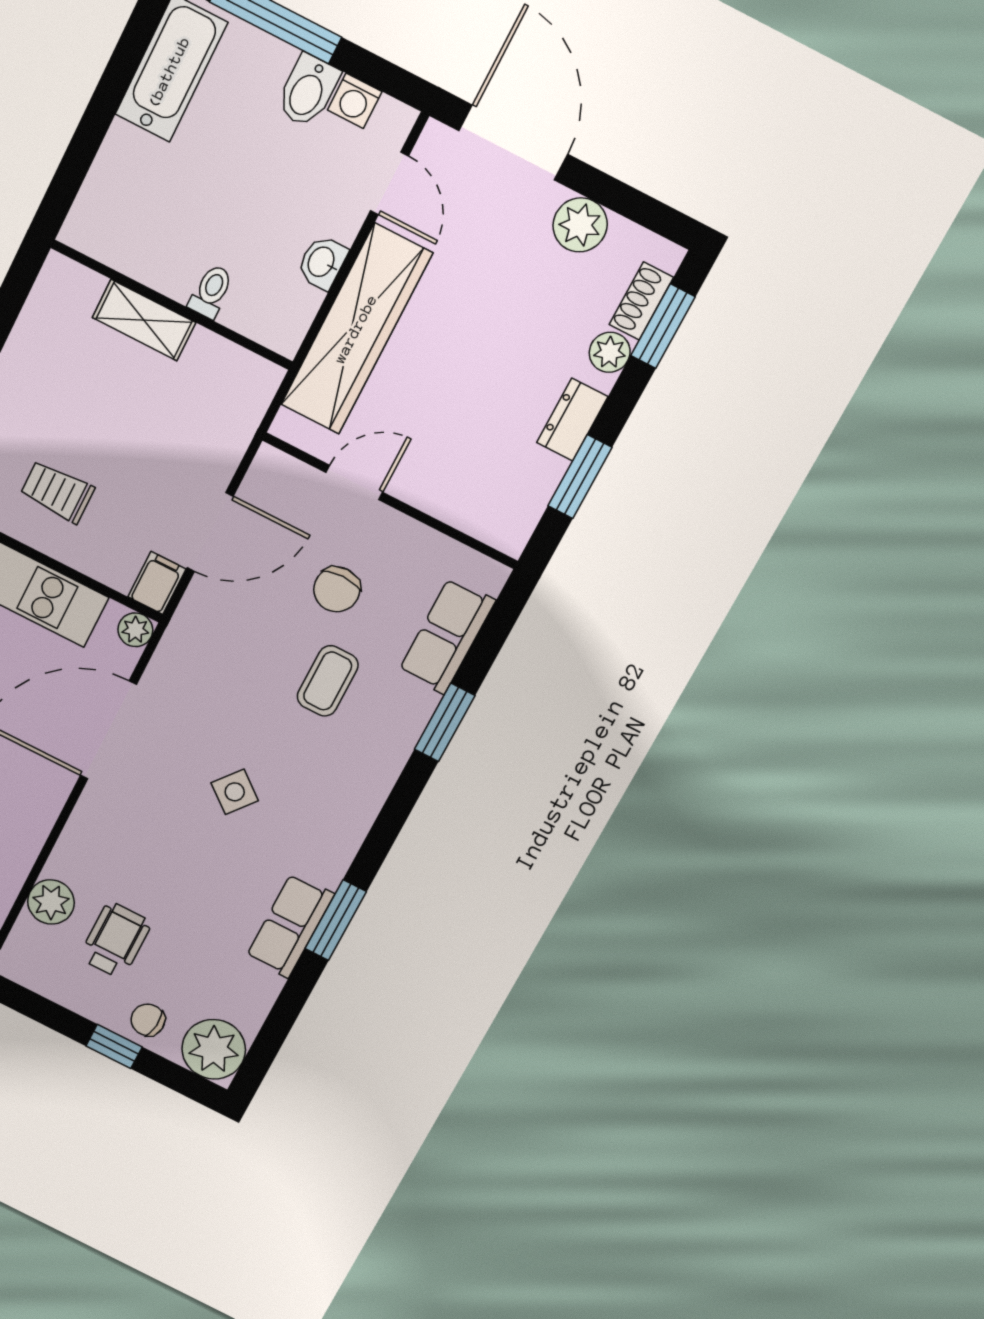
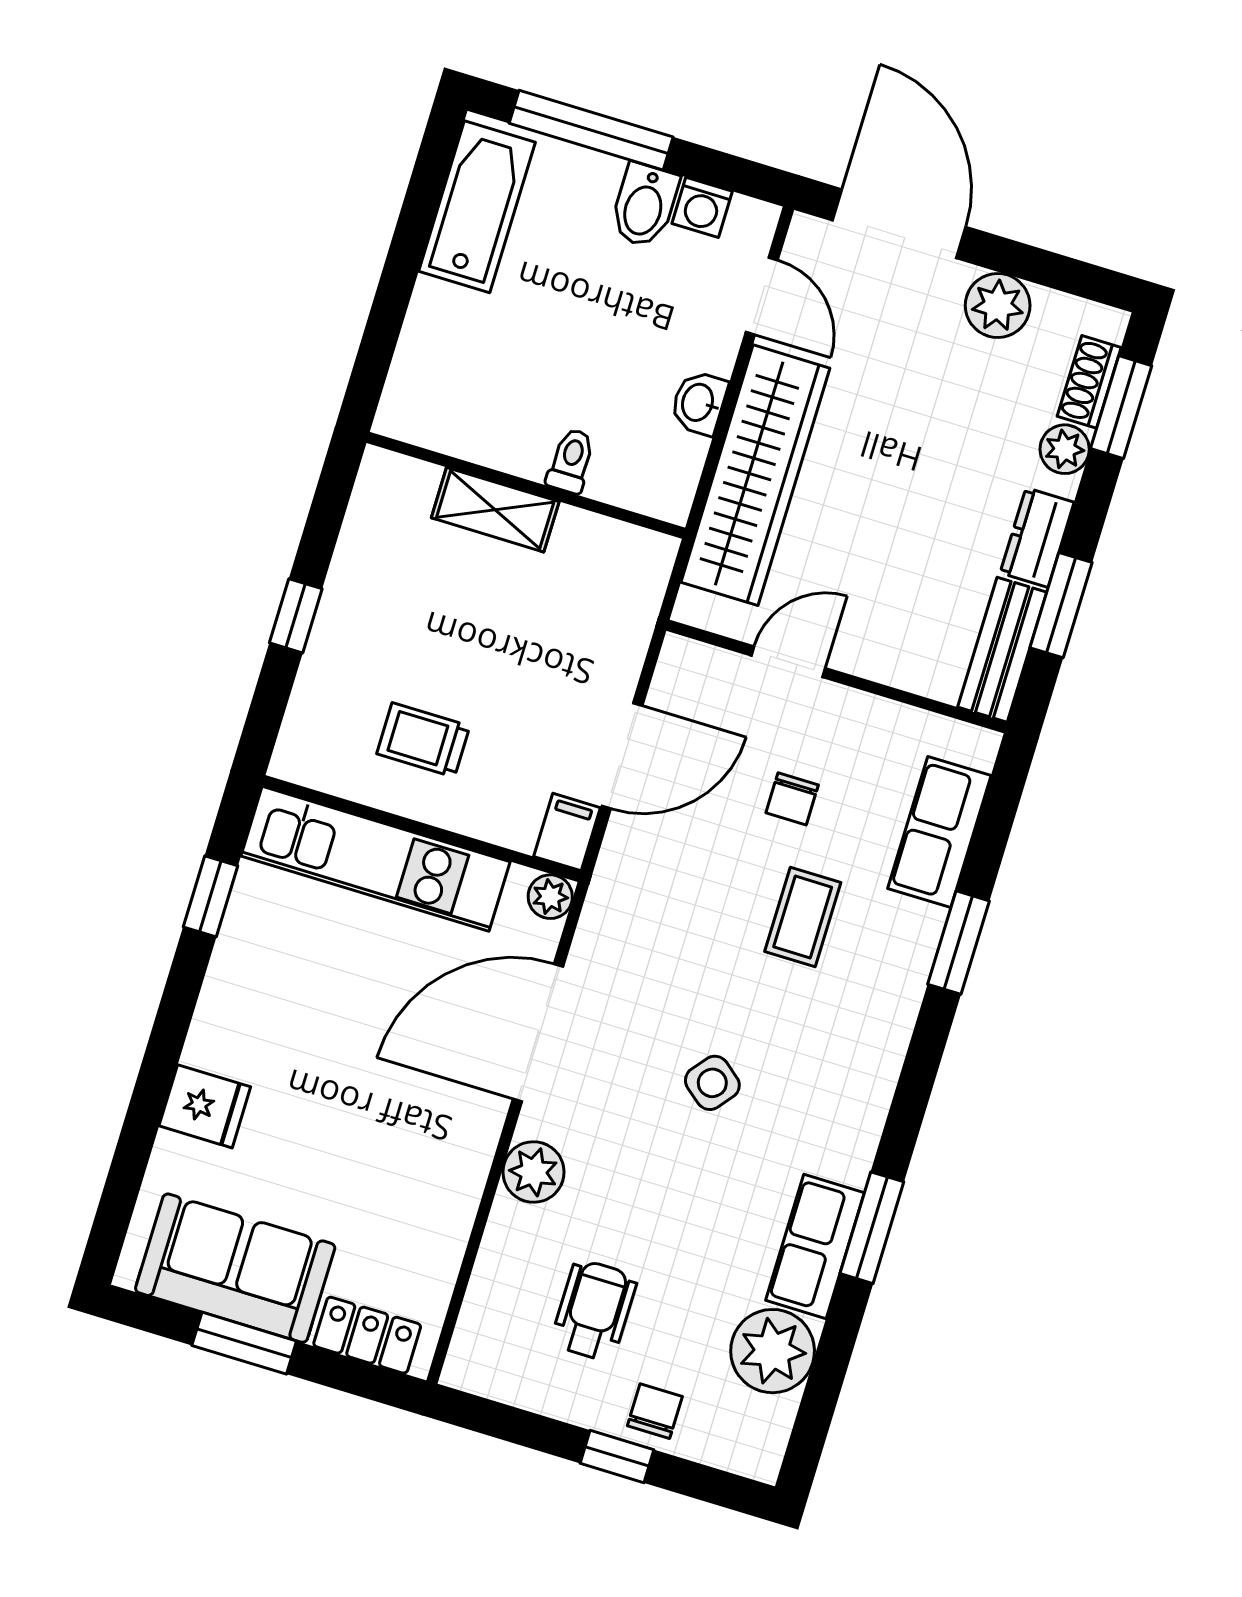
bench: (526, 503) -> (1002, 650), added
chair: (337, 589) -> (792, 799), width x0.73, depth x0.73
plant: (51, 902) -> (534, 1172), moved
chair: (148, 1020) -> (655, 1411), turned 85
plant: (214, 1049) -> (773, 1351), moved

